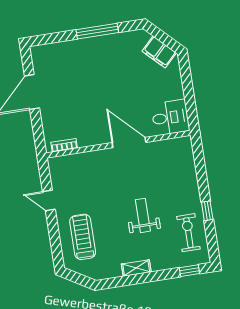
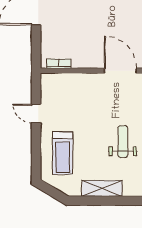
treadmill: (83, 237) -> (63, 153), turned 180
shelving: (136, 268) -> (102, 188), width x1.50, depth x1.33

